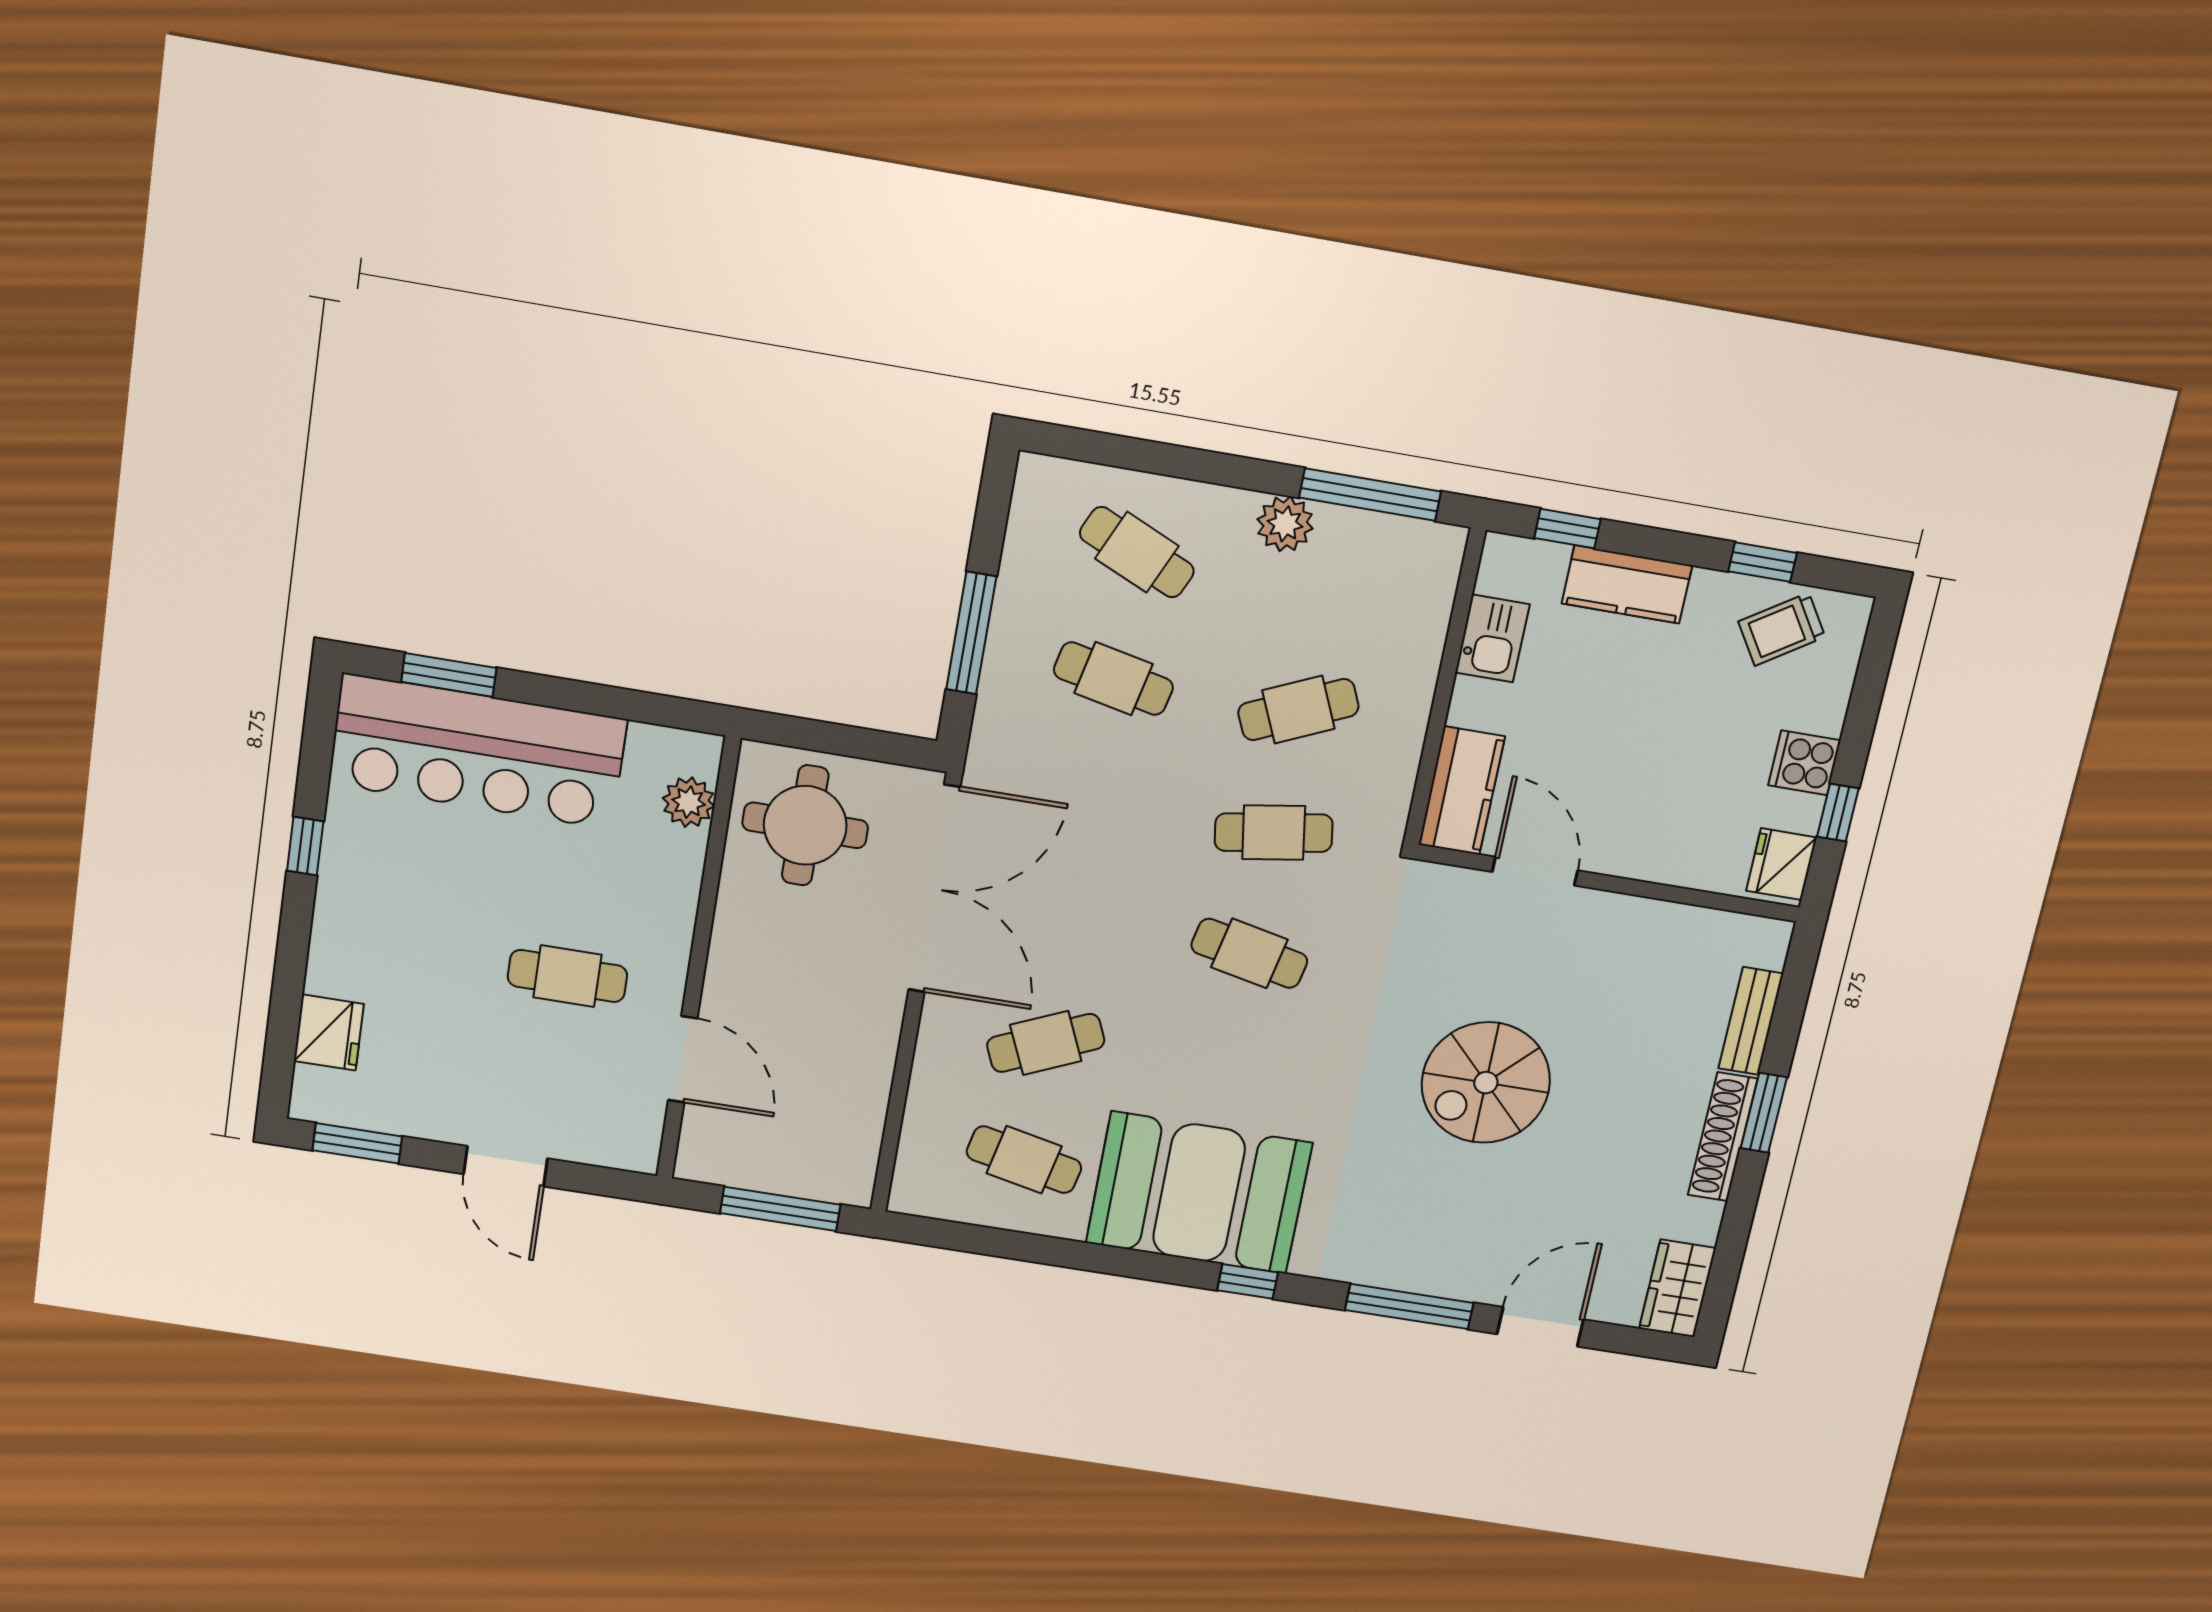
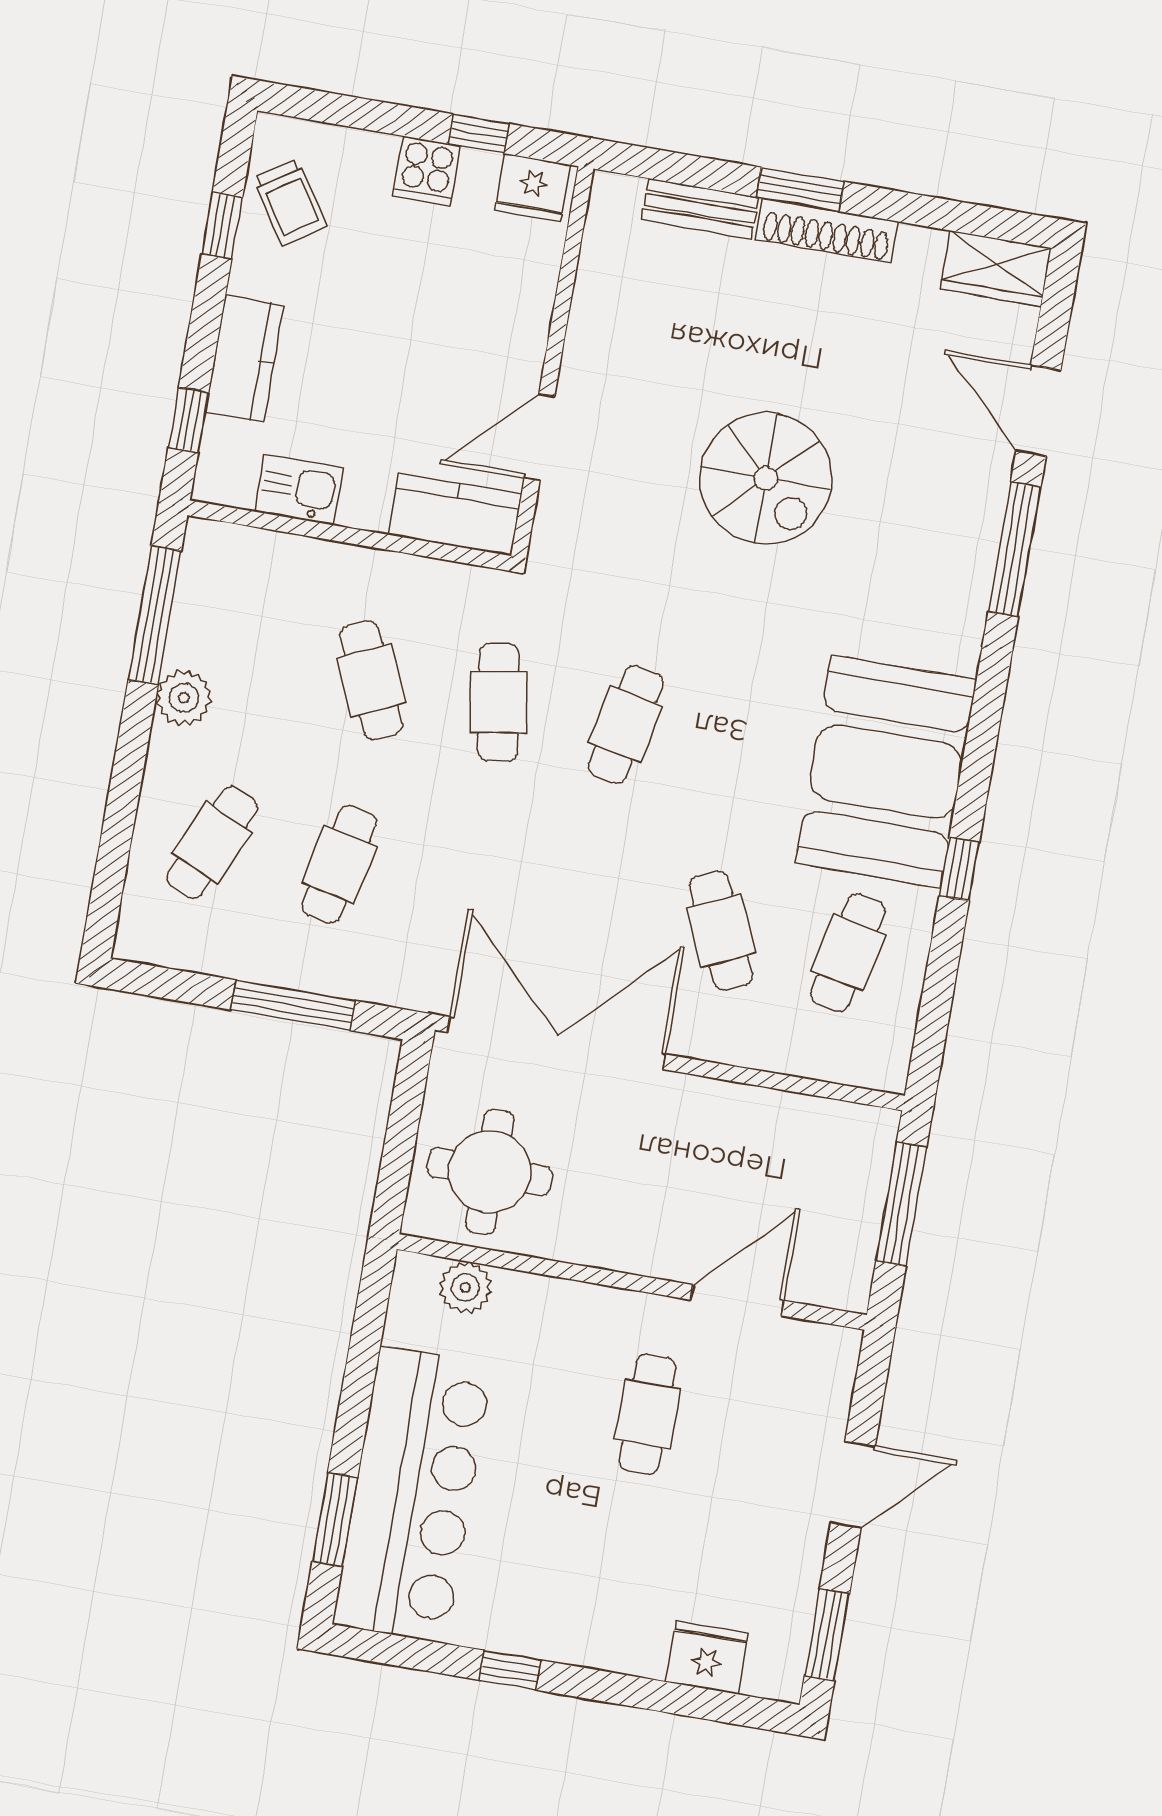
window: (1248, 1281) -> (959, 869), moved

